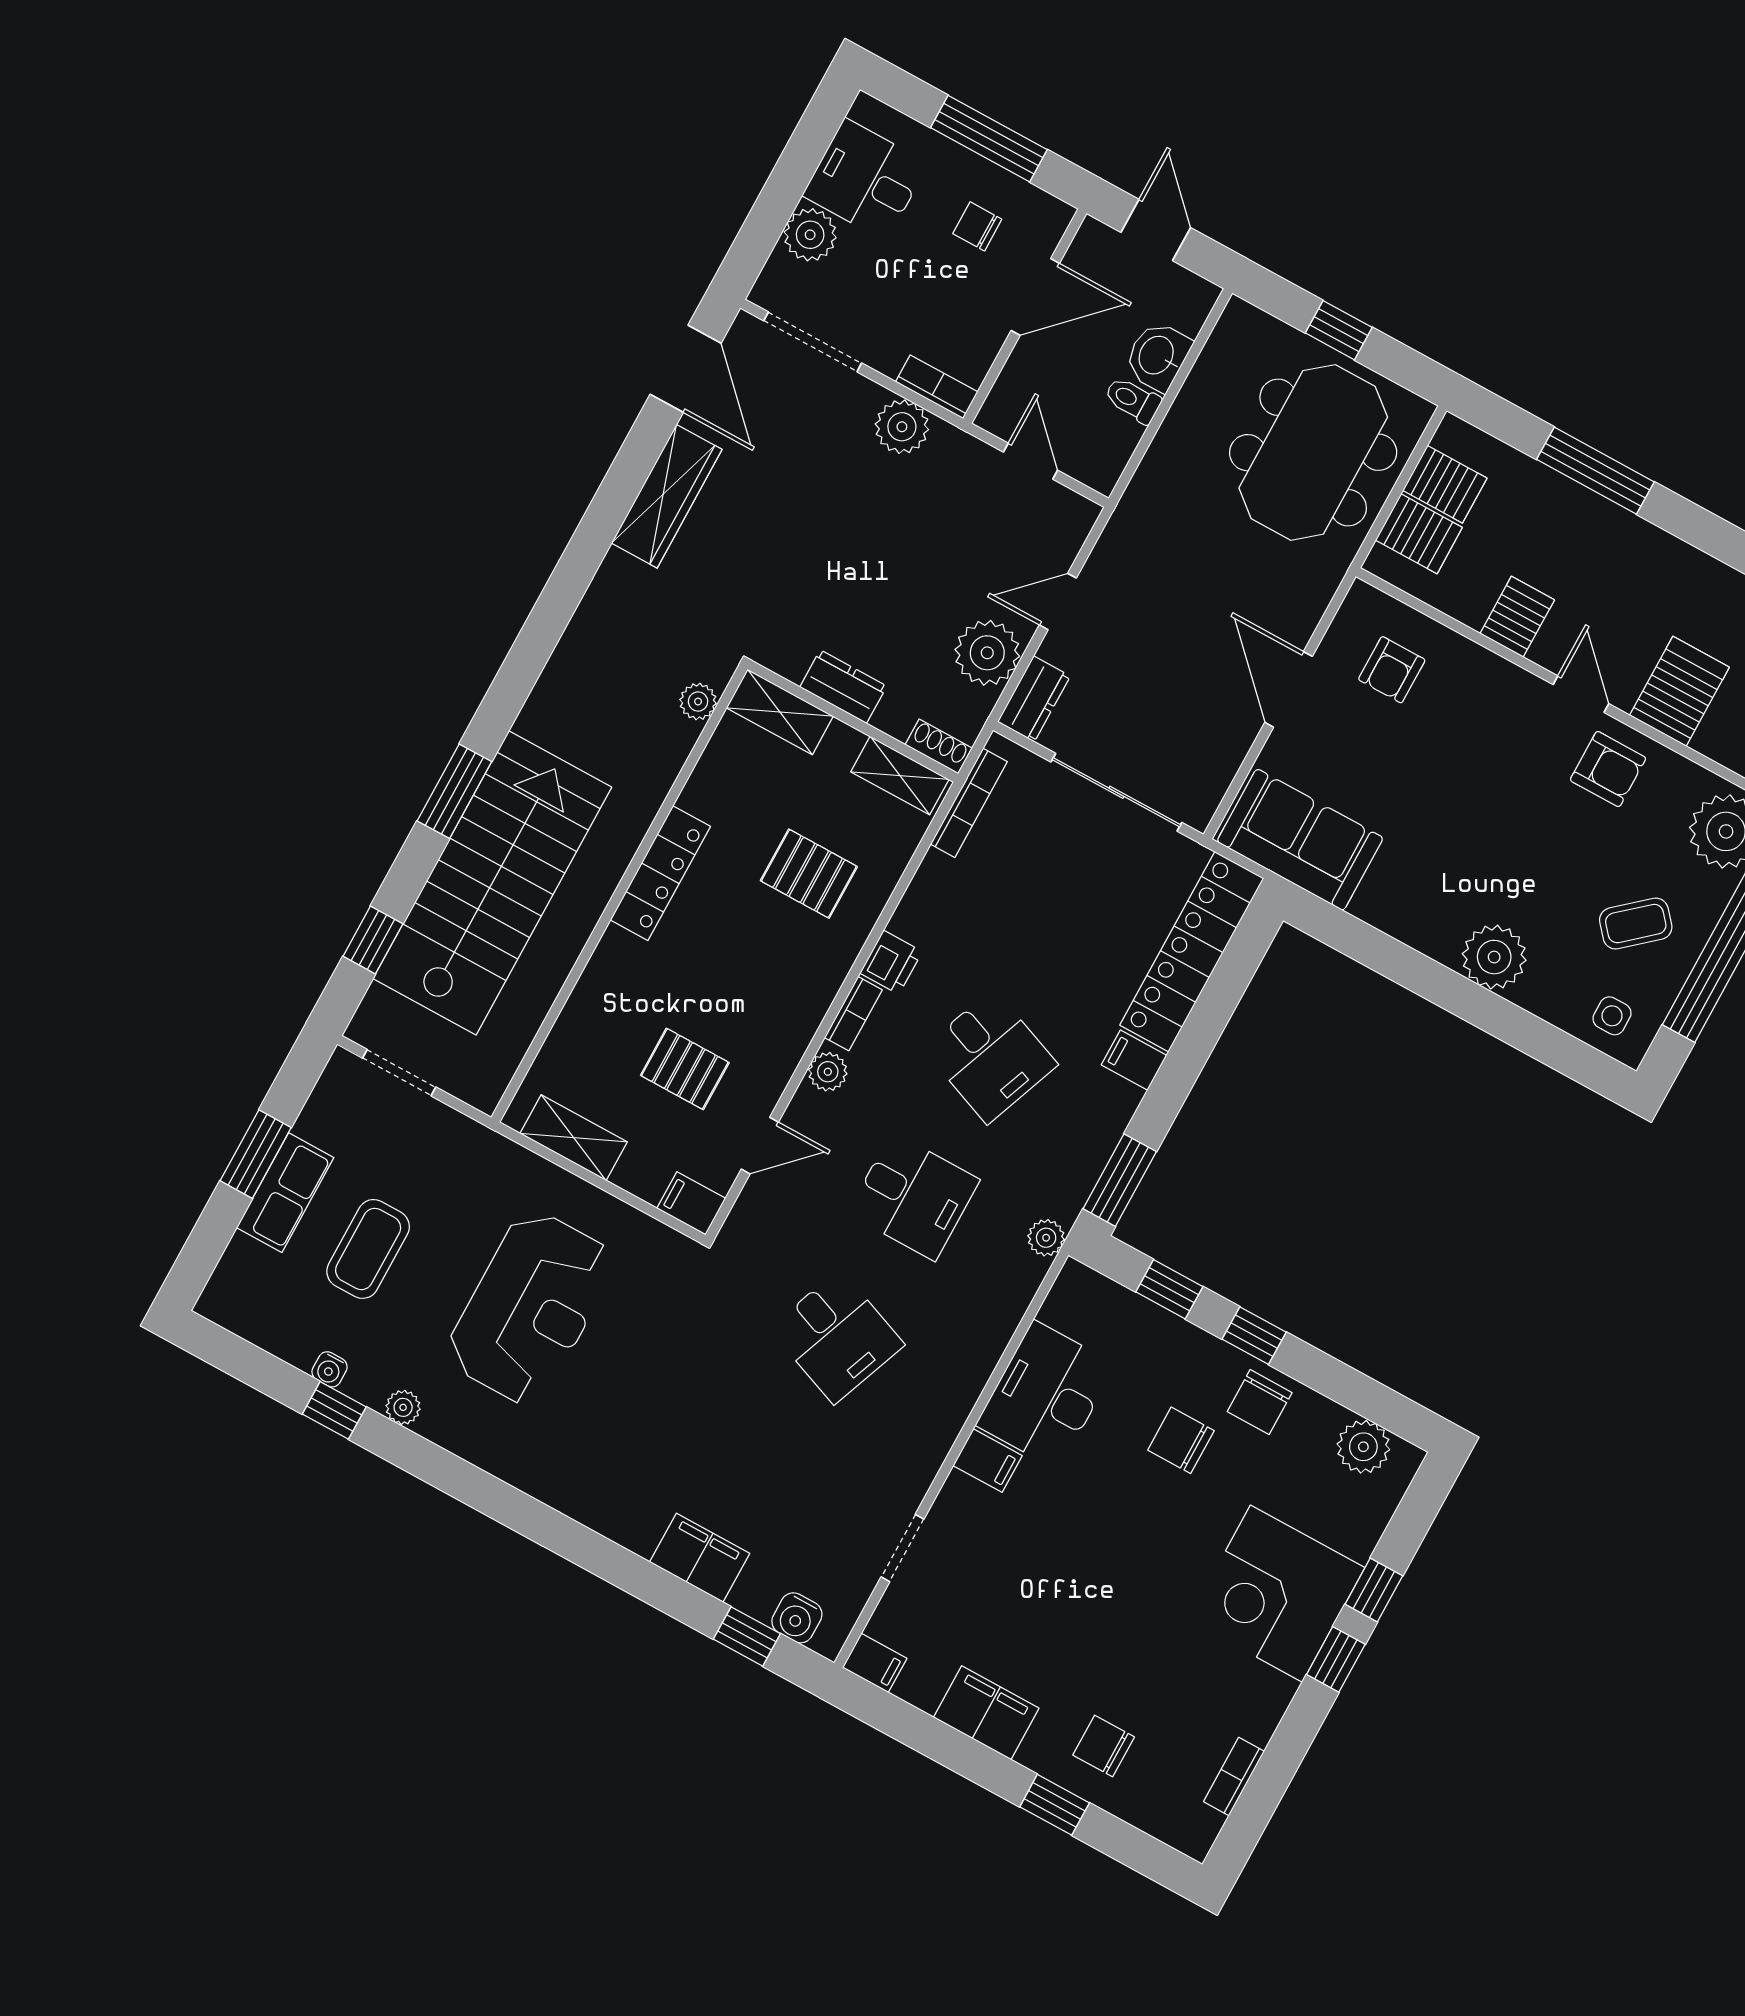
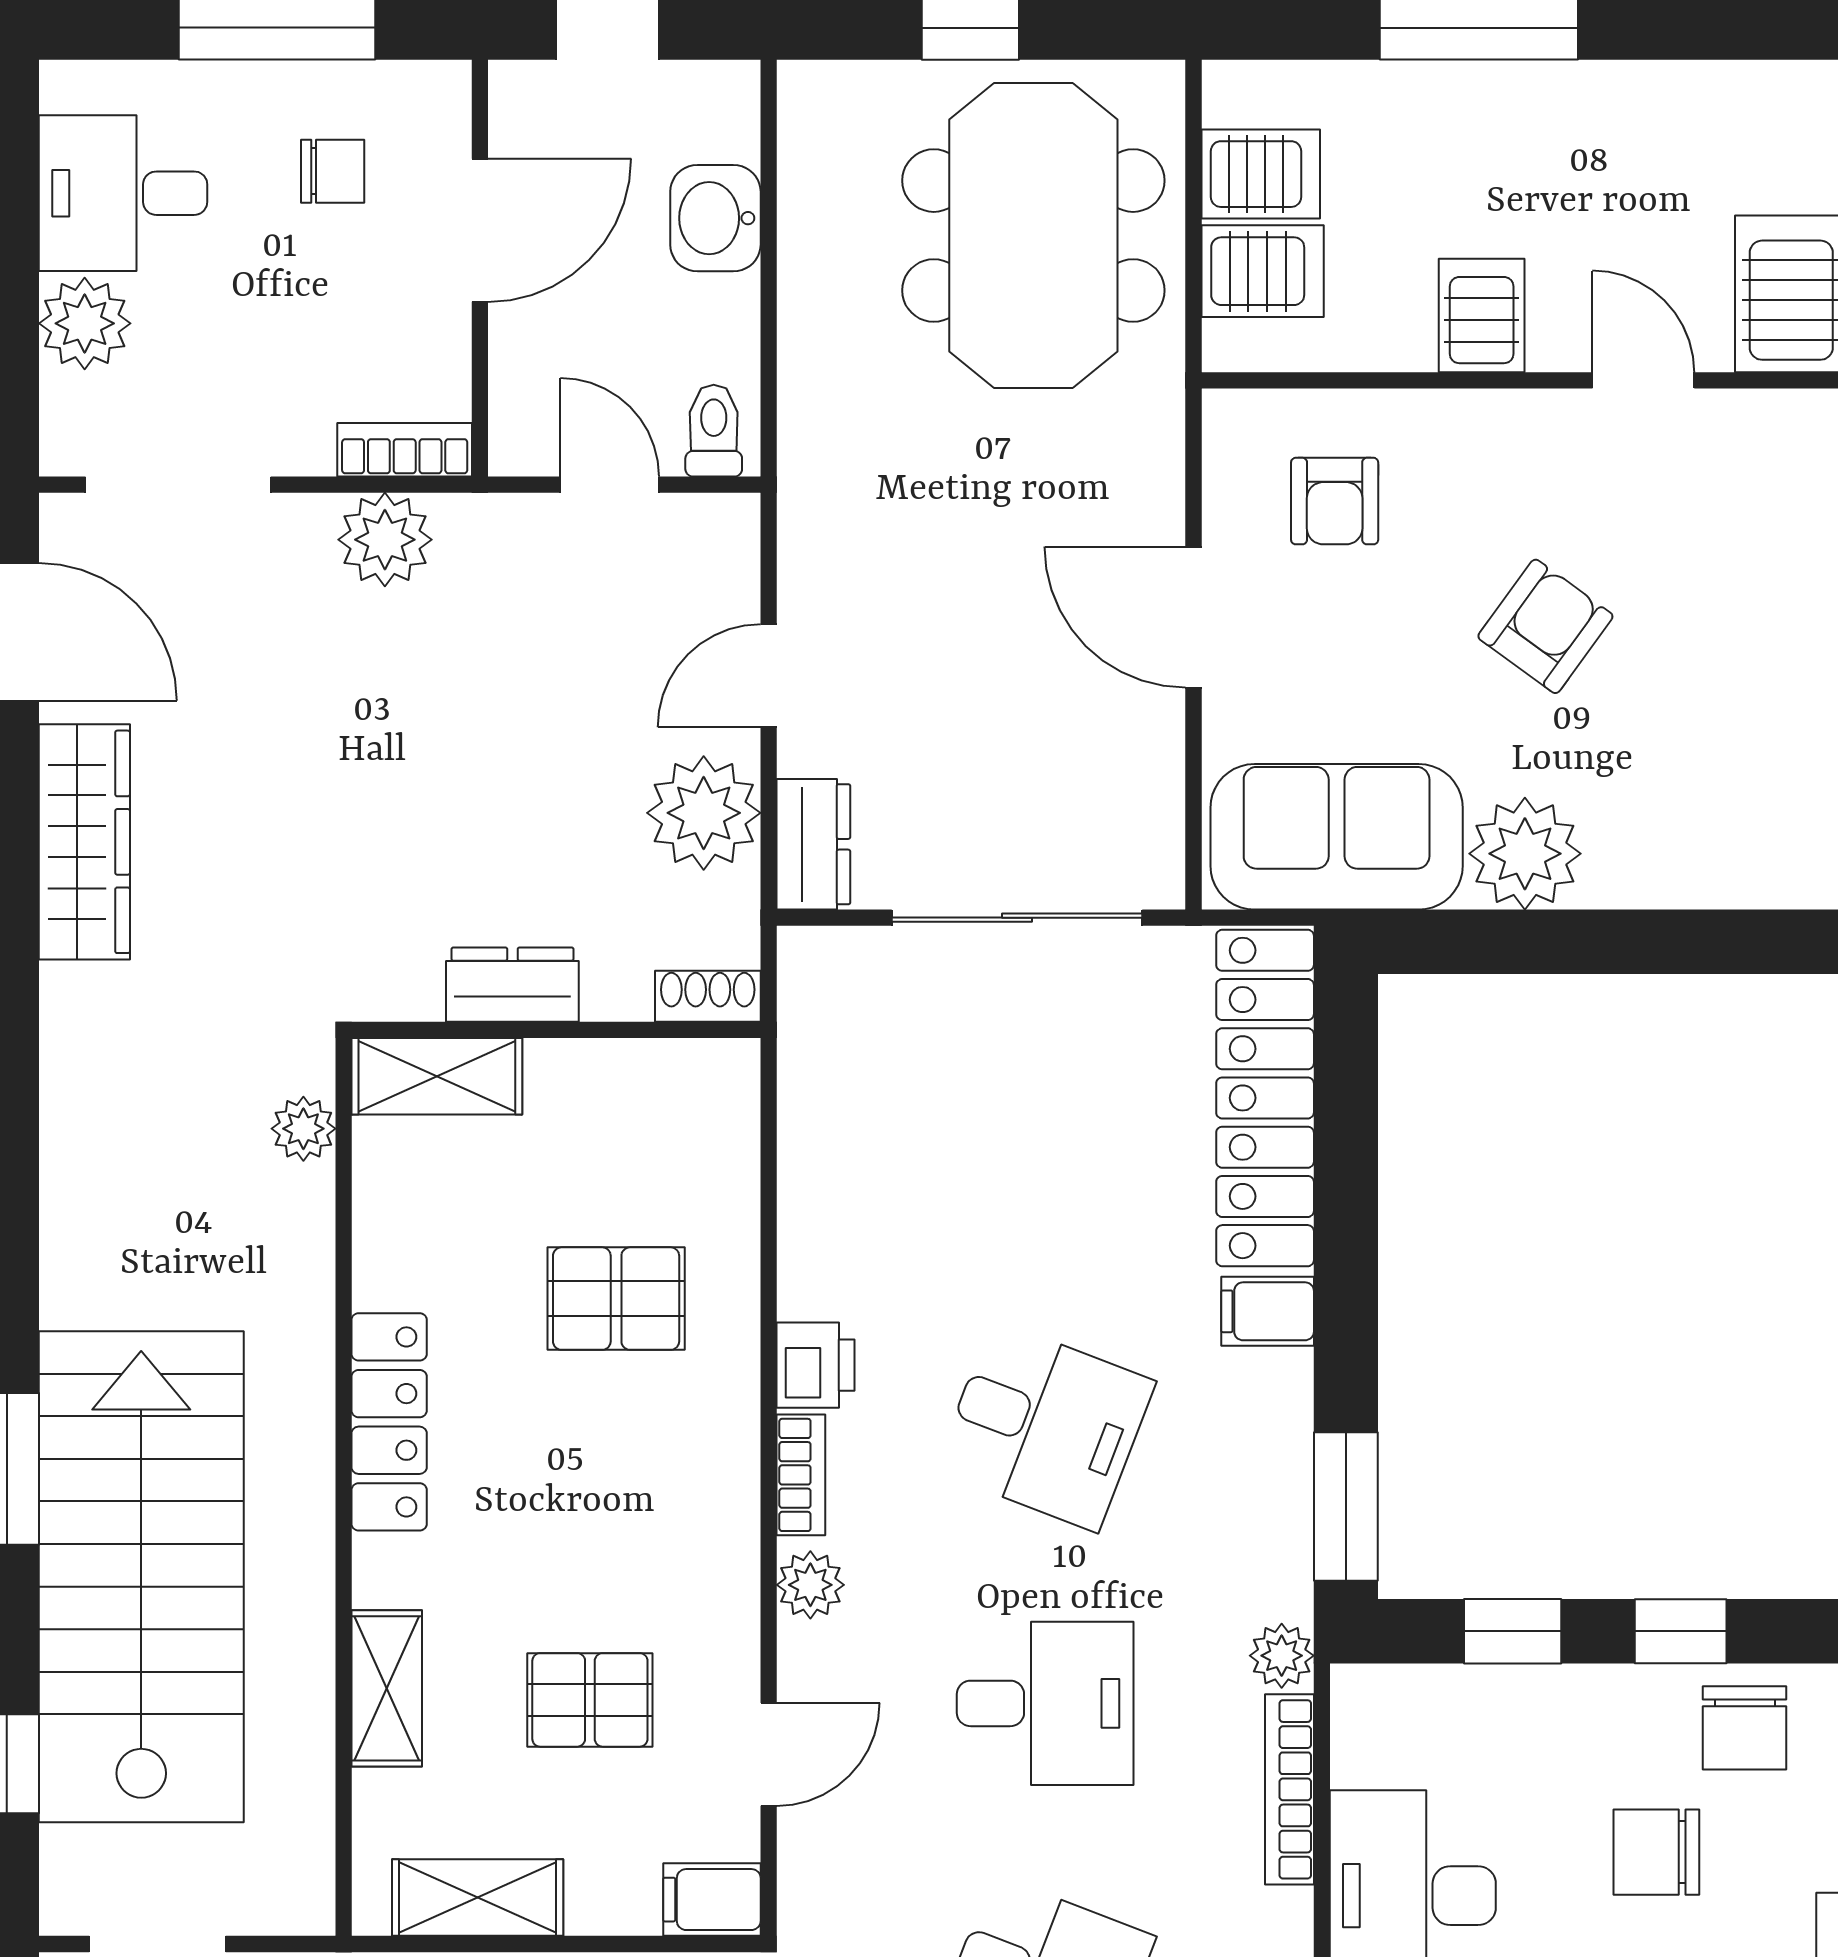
chair: (977, 226) -> (333, 171), turned 180
toilet: (1133, 400) -> (714, 431), moved, turned 90
armchair: (1608, 769) -> (1545, 626), moved, turned -54
shelving: (900, 776) -> (387, 1688), moved, turned 90
bookcase: (969, 803) -> (1289, 1789), moved, turned 180
plant: (1494, 957) -> (1525, 854), moved

